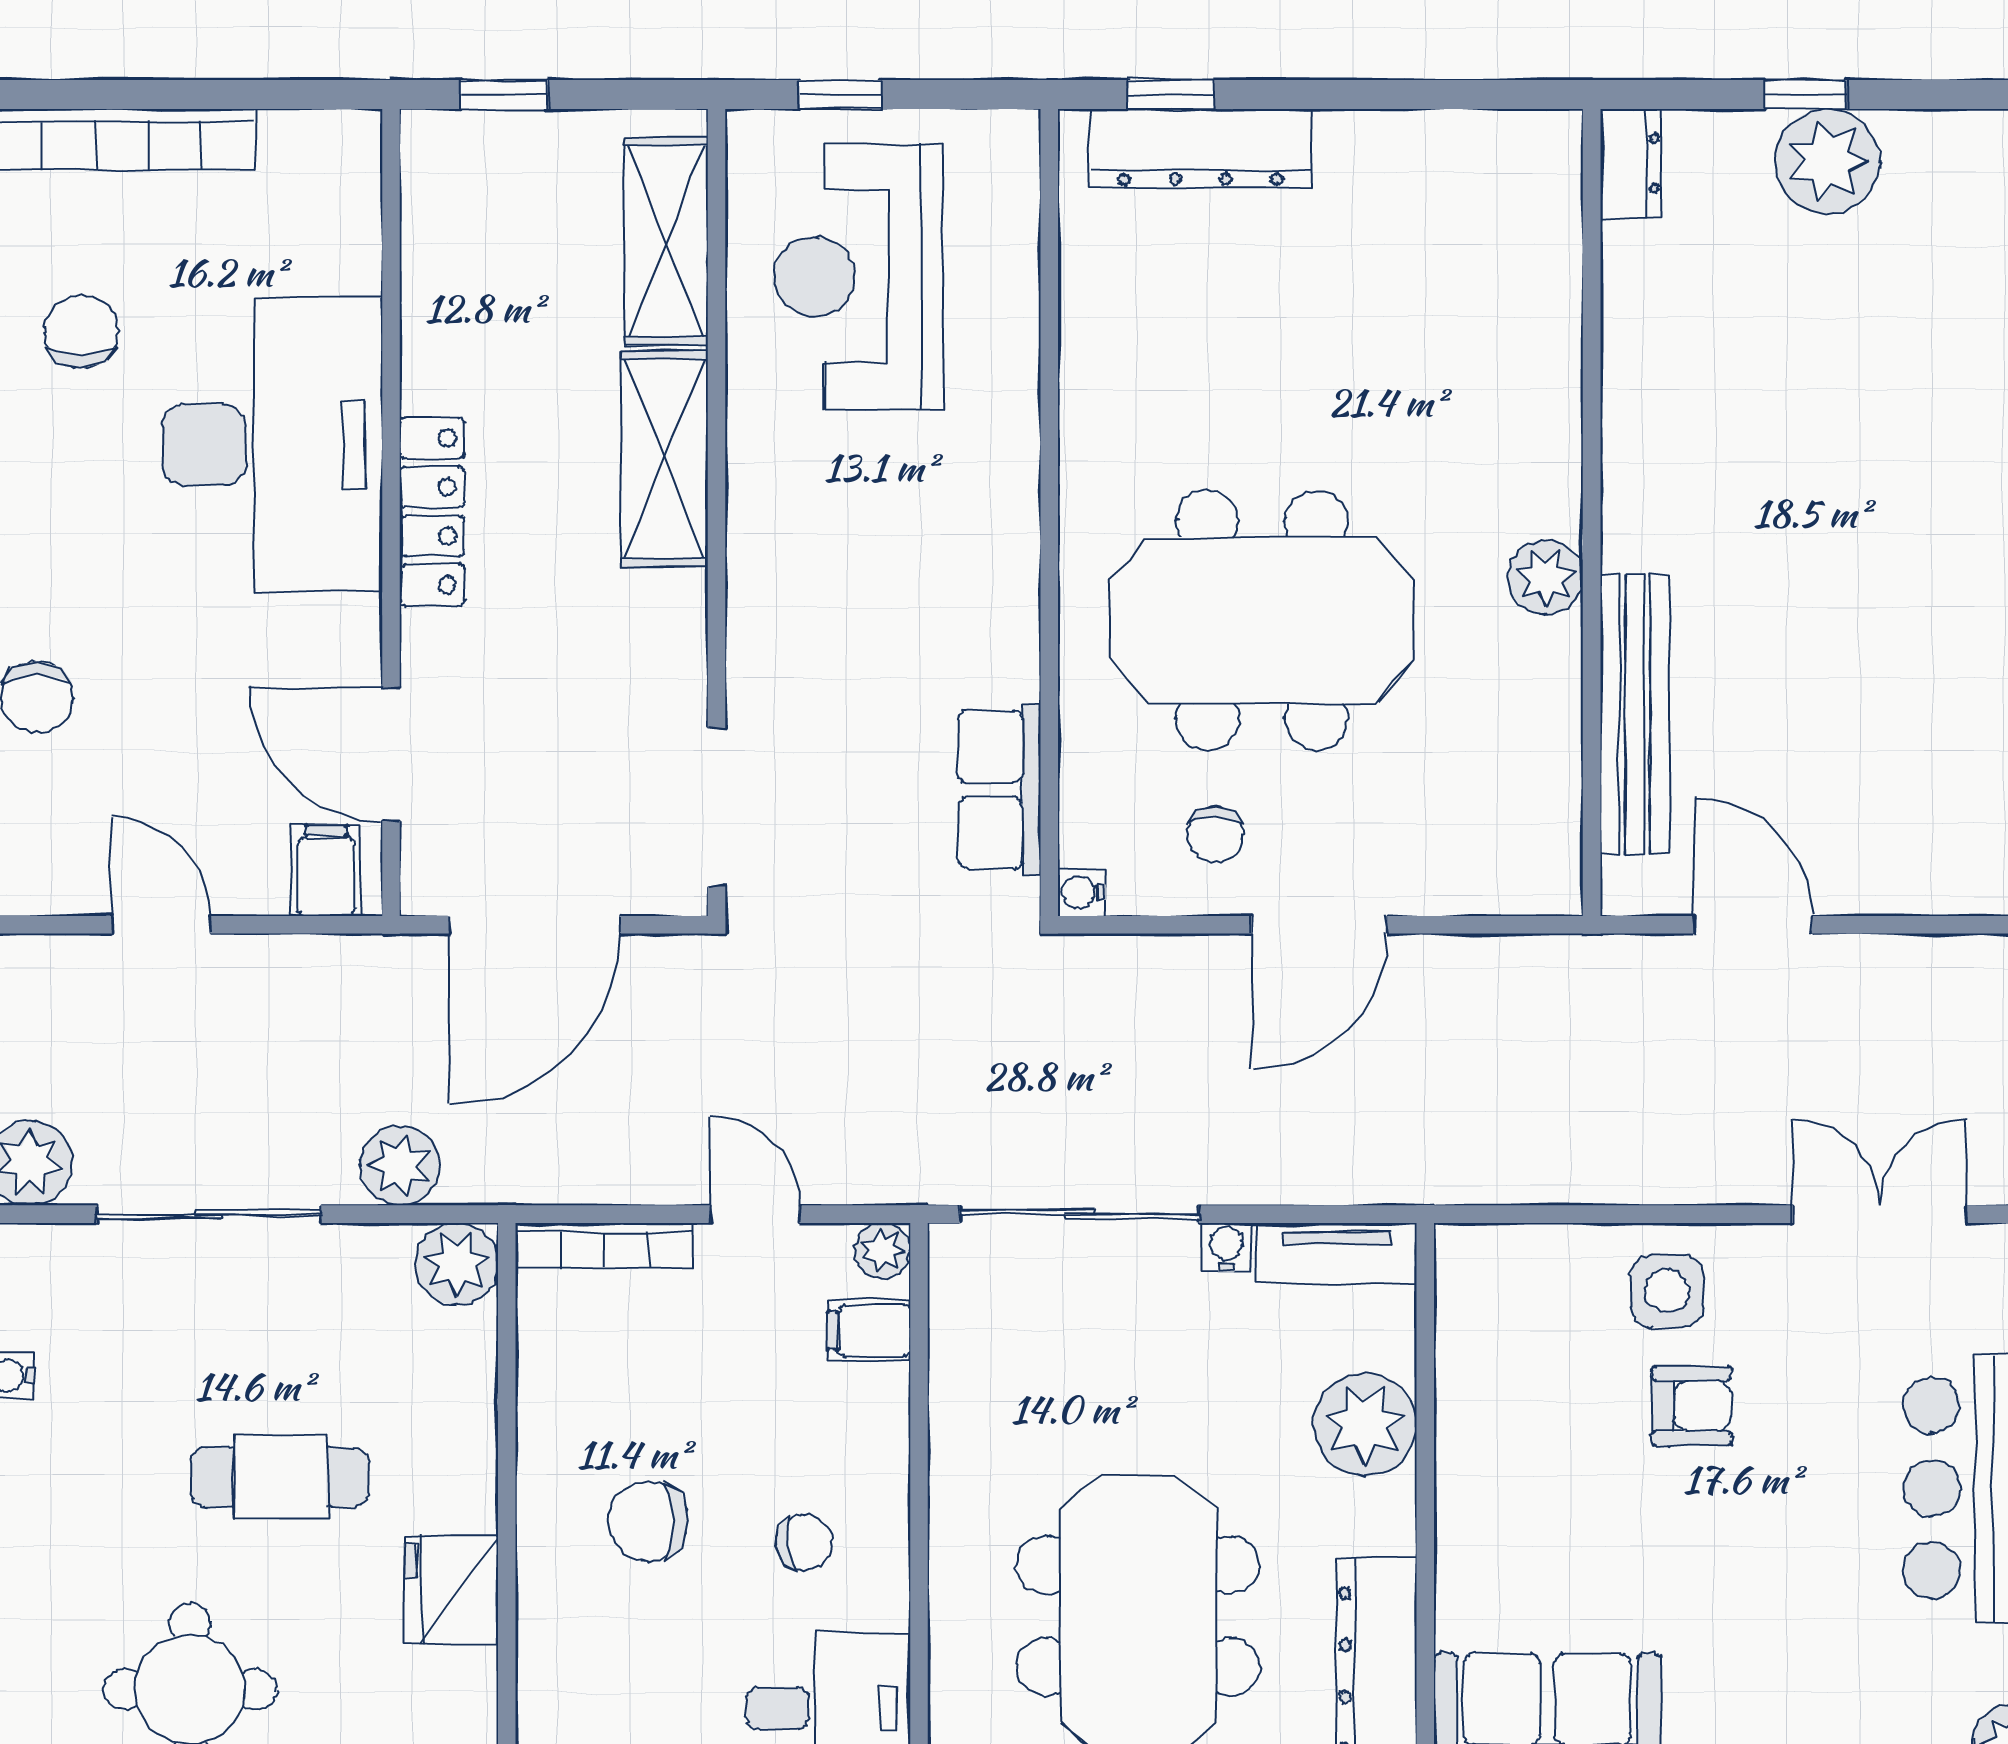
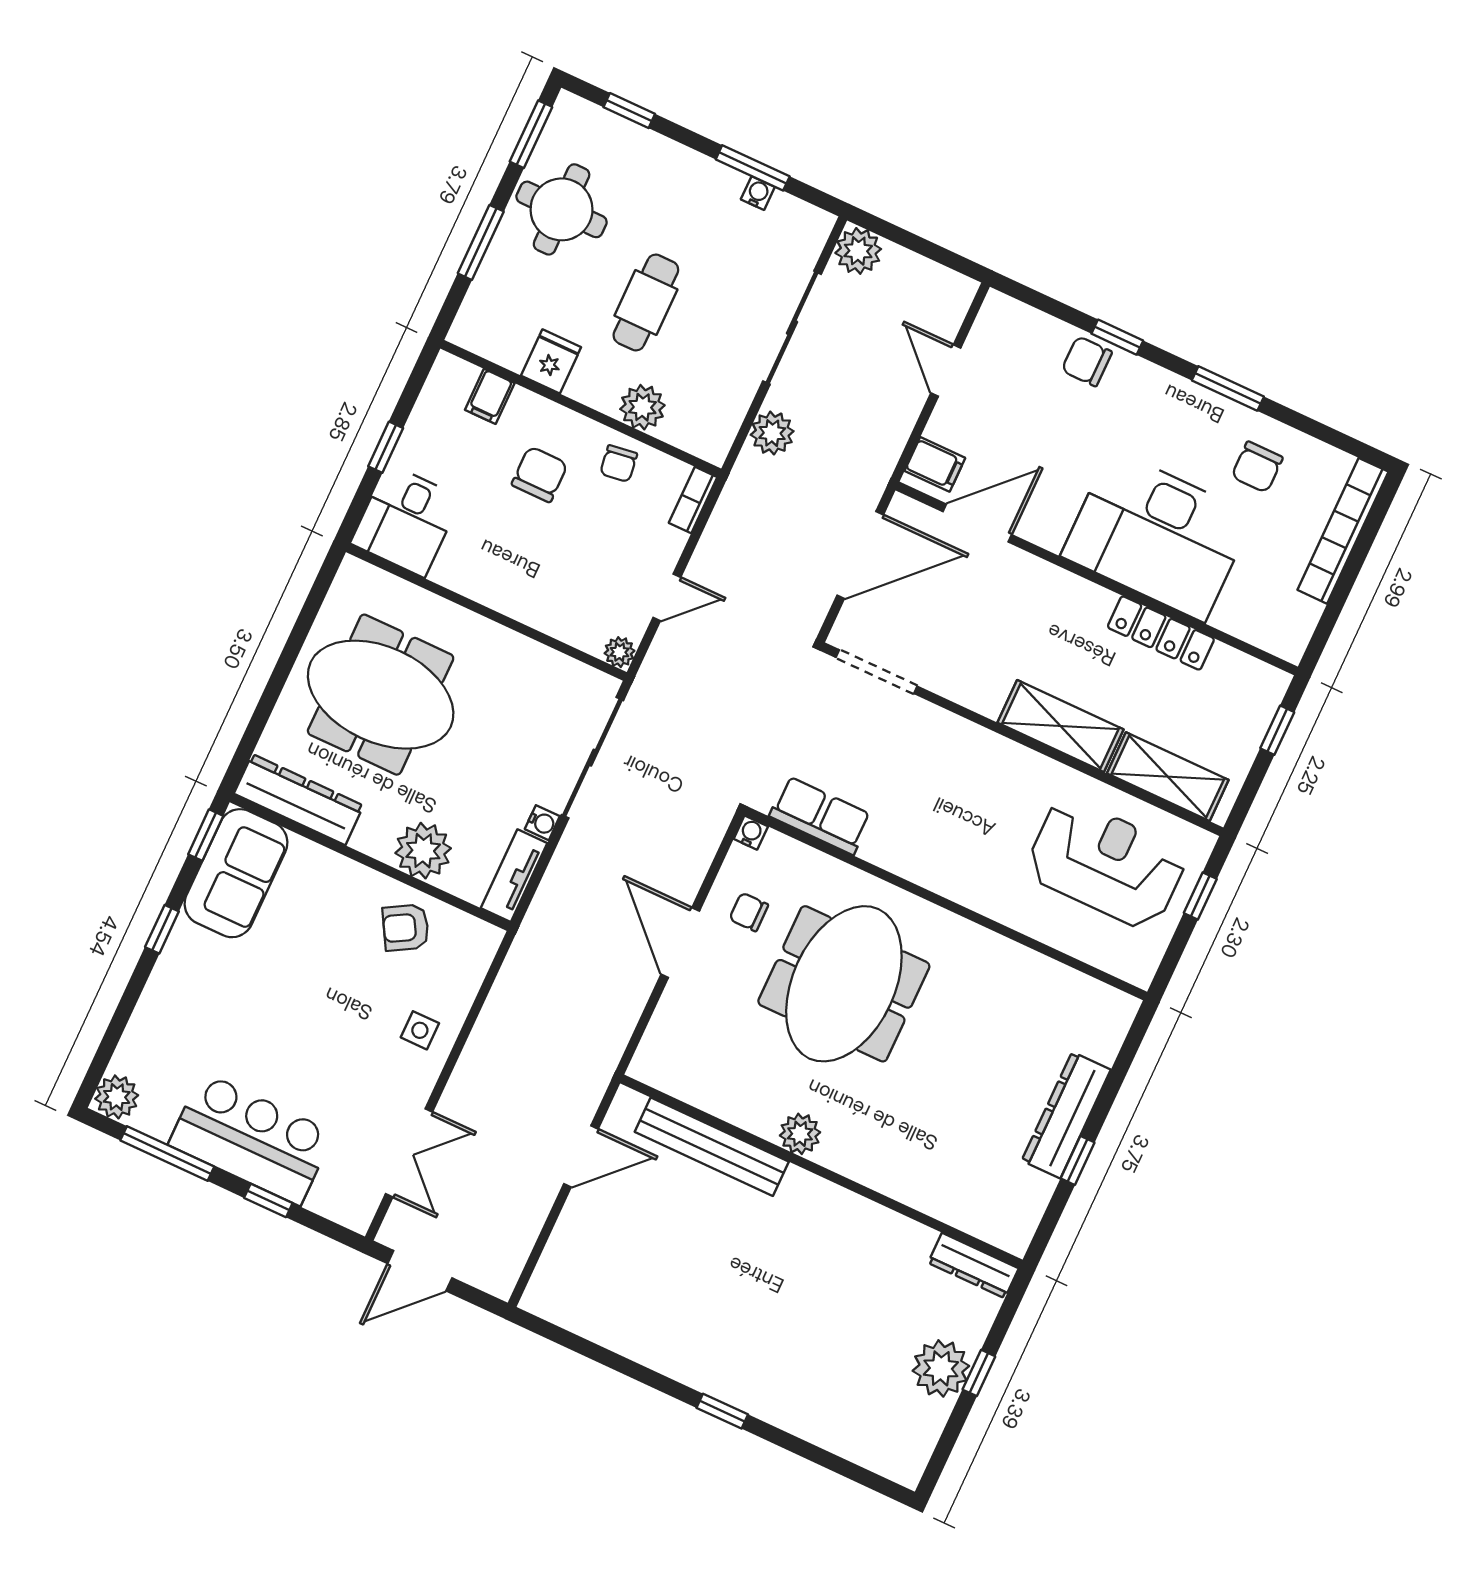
window: (1171, 95) -> (1078, 1160), moved
dresser: (1200, 148) -> (1066, 1115), moved
dresser: (1631, 163) -> (973, 1265), width x1.44
chair: (81, 332) -> (1257, 467), turned 90
locker: (432, 511) -> (1161, 633), moved
door: (161, 925) -> (946, 370), swing flipped
door: (535, 925) -> (860, 555), swing flipped
bookcase: (604, 1246) -> (693, 500), width x0.64
plant: (457, 1264) -> (642, 407), moved
side table: (1667, 1291) -> (420, 1030), width x0.73, depth x0.73
filing cabinet: (869, 1331) -> (490, 396), moved, turned 180
armchair: (1691, 1406) -> (406, 927), moved, turned 60
chair: (805, 1542) -> (619, 464), moved
fridge: (451, 1589) -> (551, 361), width x0.72

